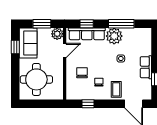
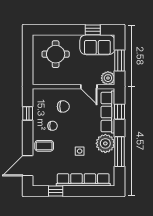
row of seats: (146, 67) -> (83, 180), width x2.02
round table: (36, 79) -> (56, 54), width x0.73, depth x0.73

